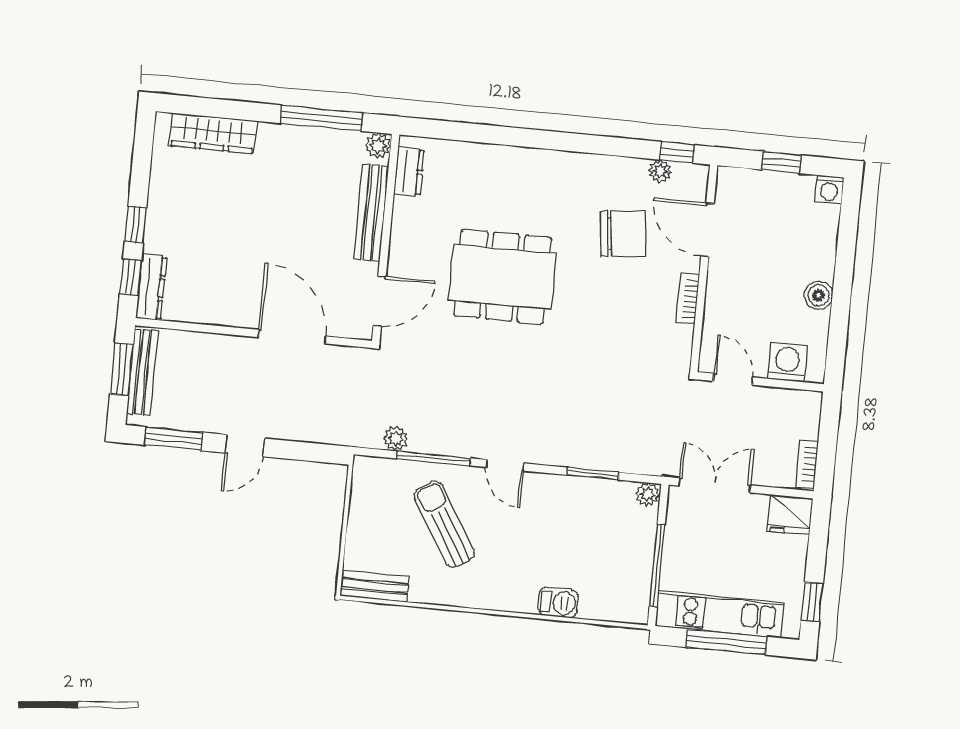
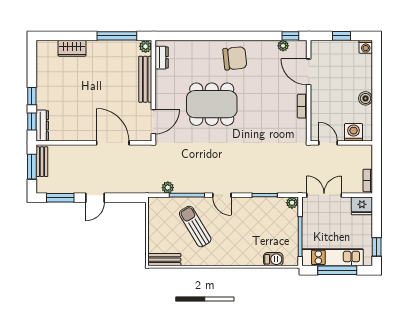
wardrobe: (213, 133) -> (72, 48), width x0.67
chair: (623, 234) -> (235, 58), moved
bench: (142, 372) -> (42, 162), width x0.73
barbecue: (558, 603) -> (273, 259), moved

